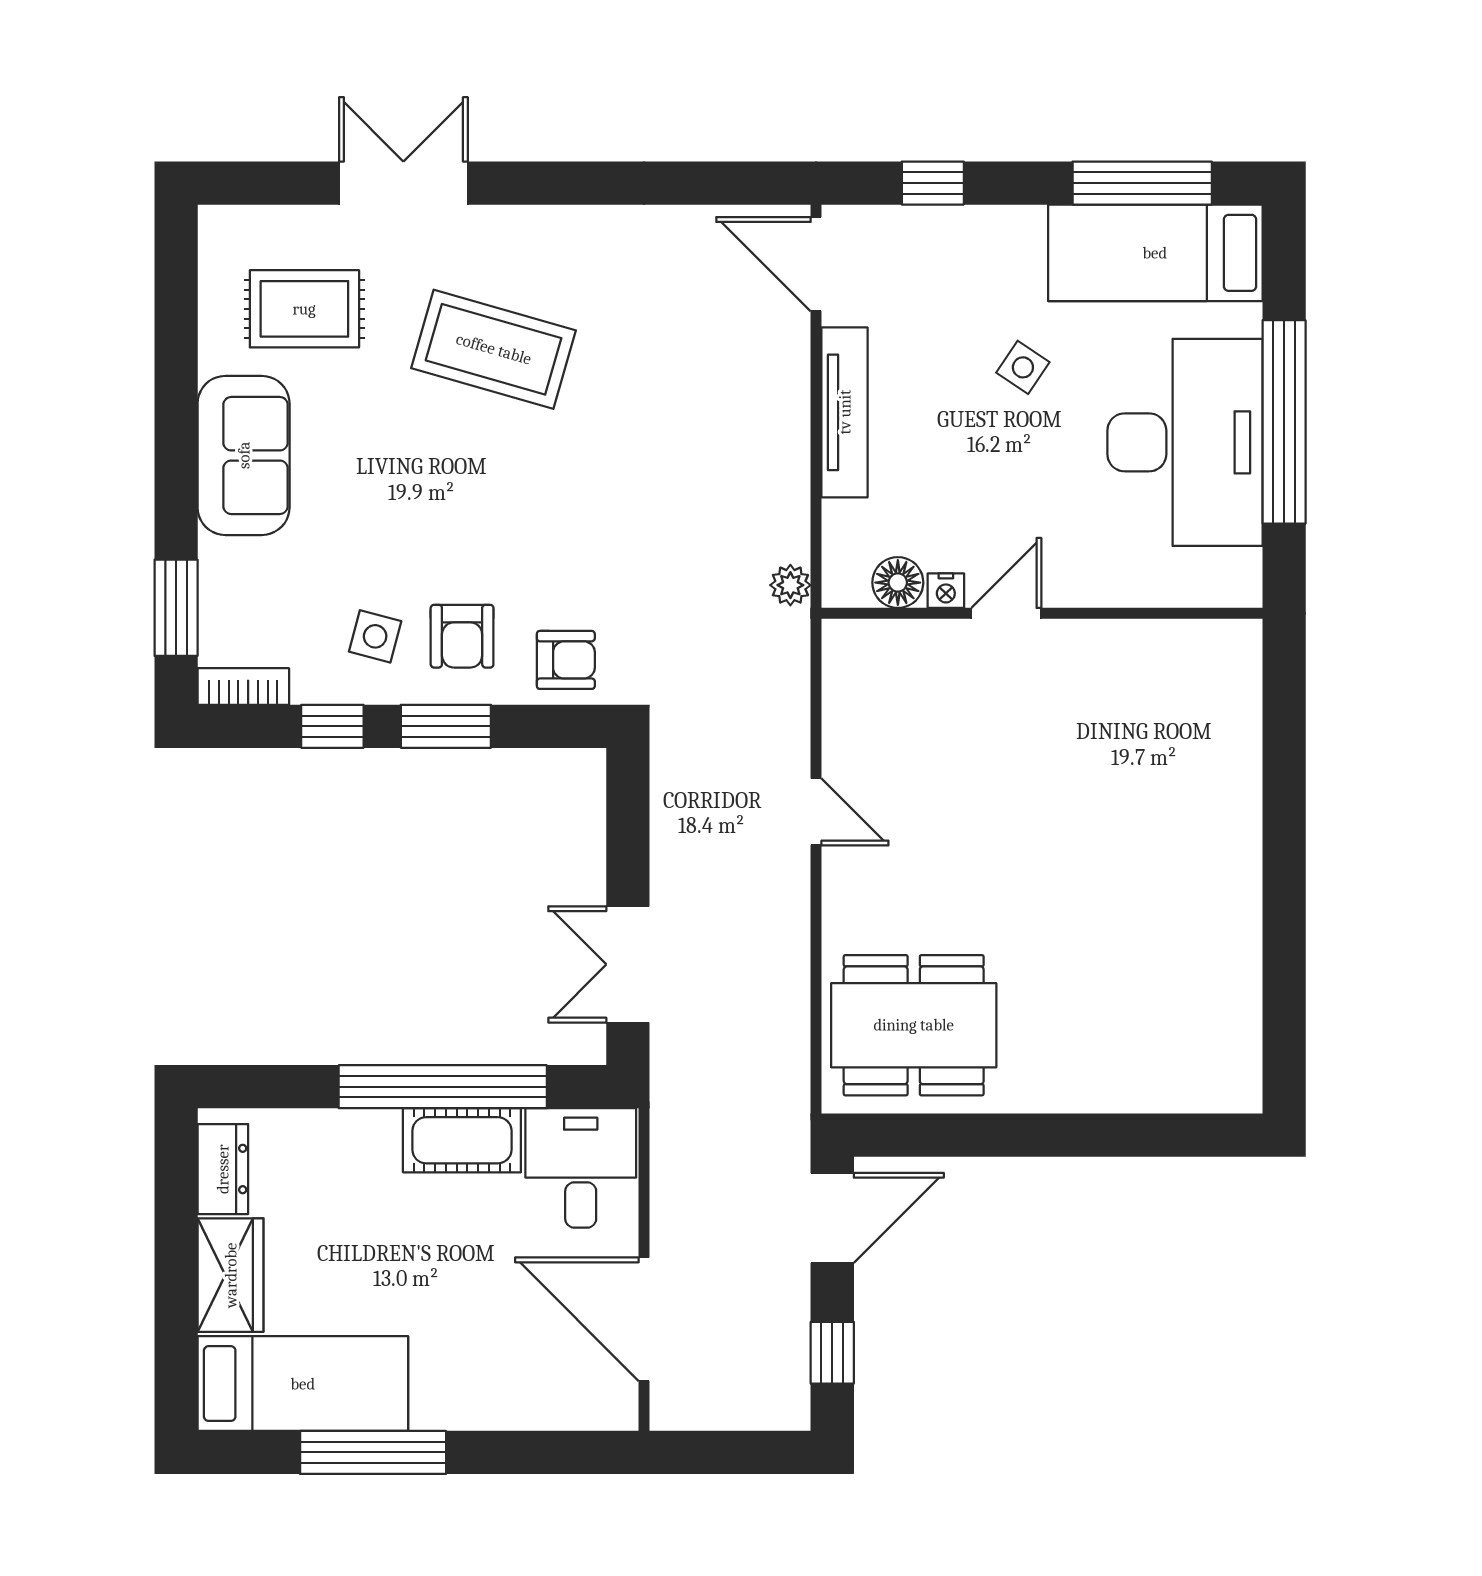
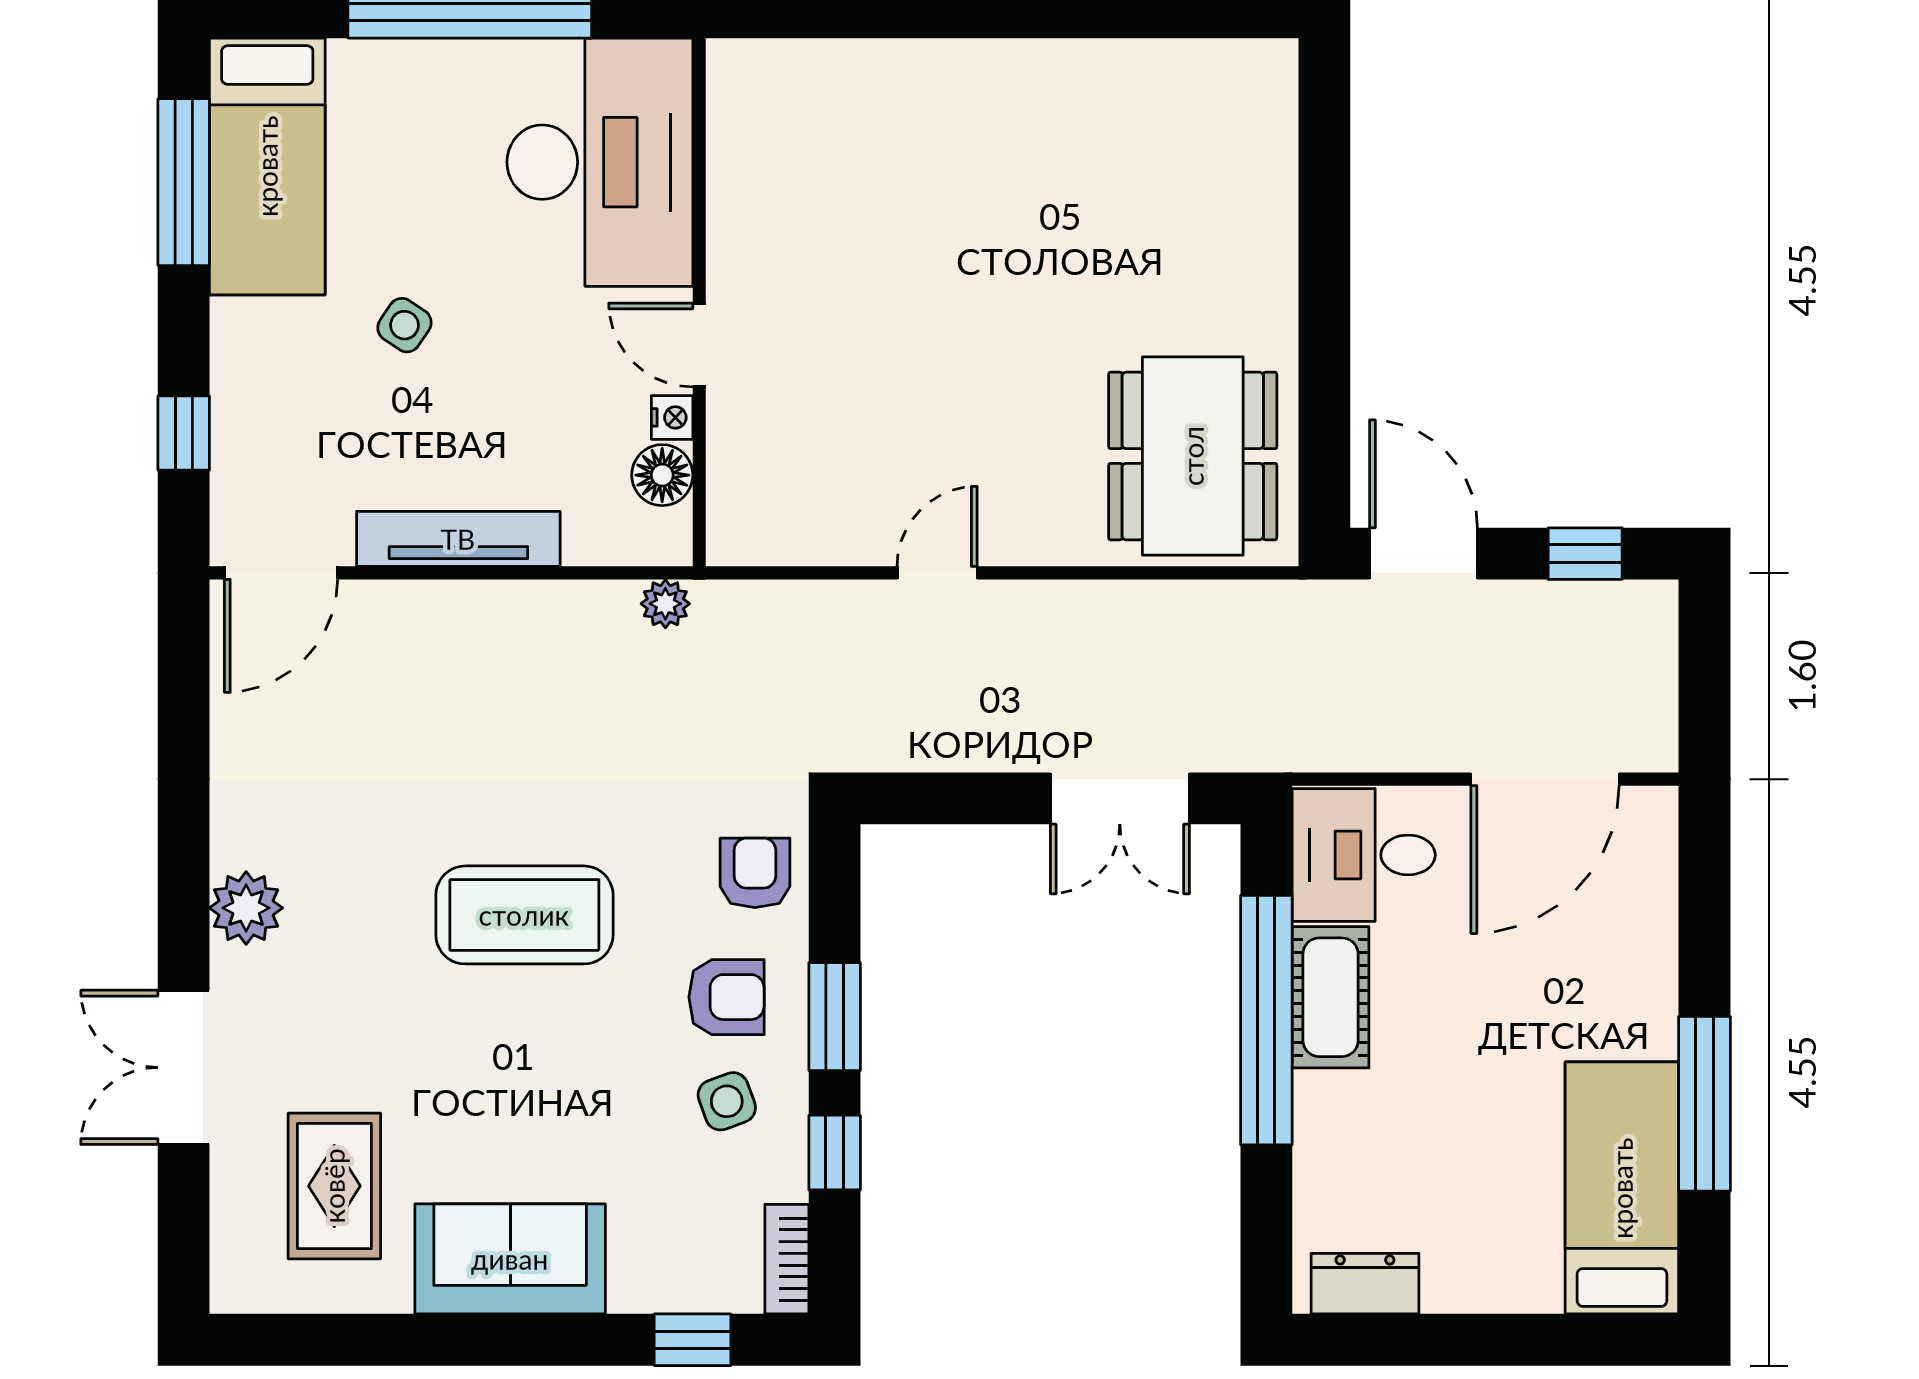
plant: (536, 235) -> (246, 908), added
coffee table: (494, 349) -> (524, 915), moved, turned 74
desk: (1185, 442) -> (600, 162), moved, turned 90
window: (176, 608) -> (692, 1340), width x0.67
side table: (375, 636) -> (727, 1101), turned -35
wardrobe: (231, 1275) -> (1492, 1275), removed

